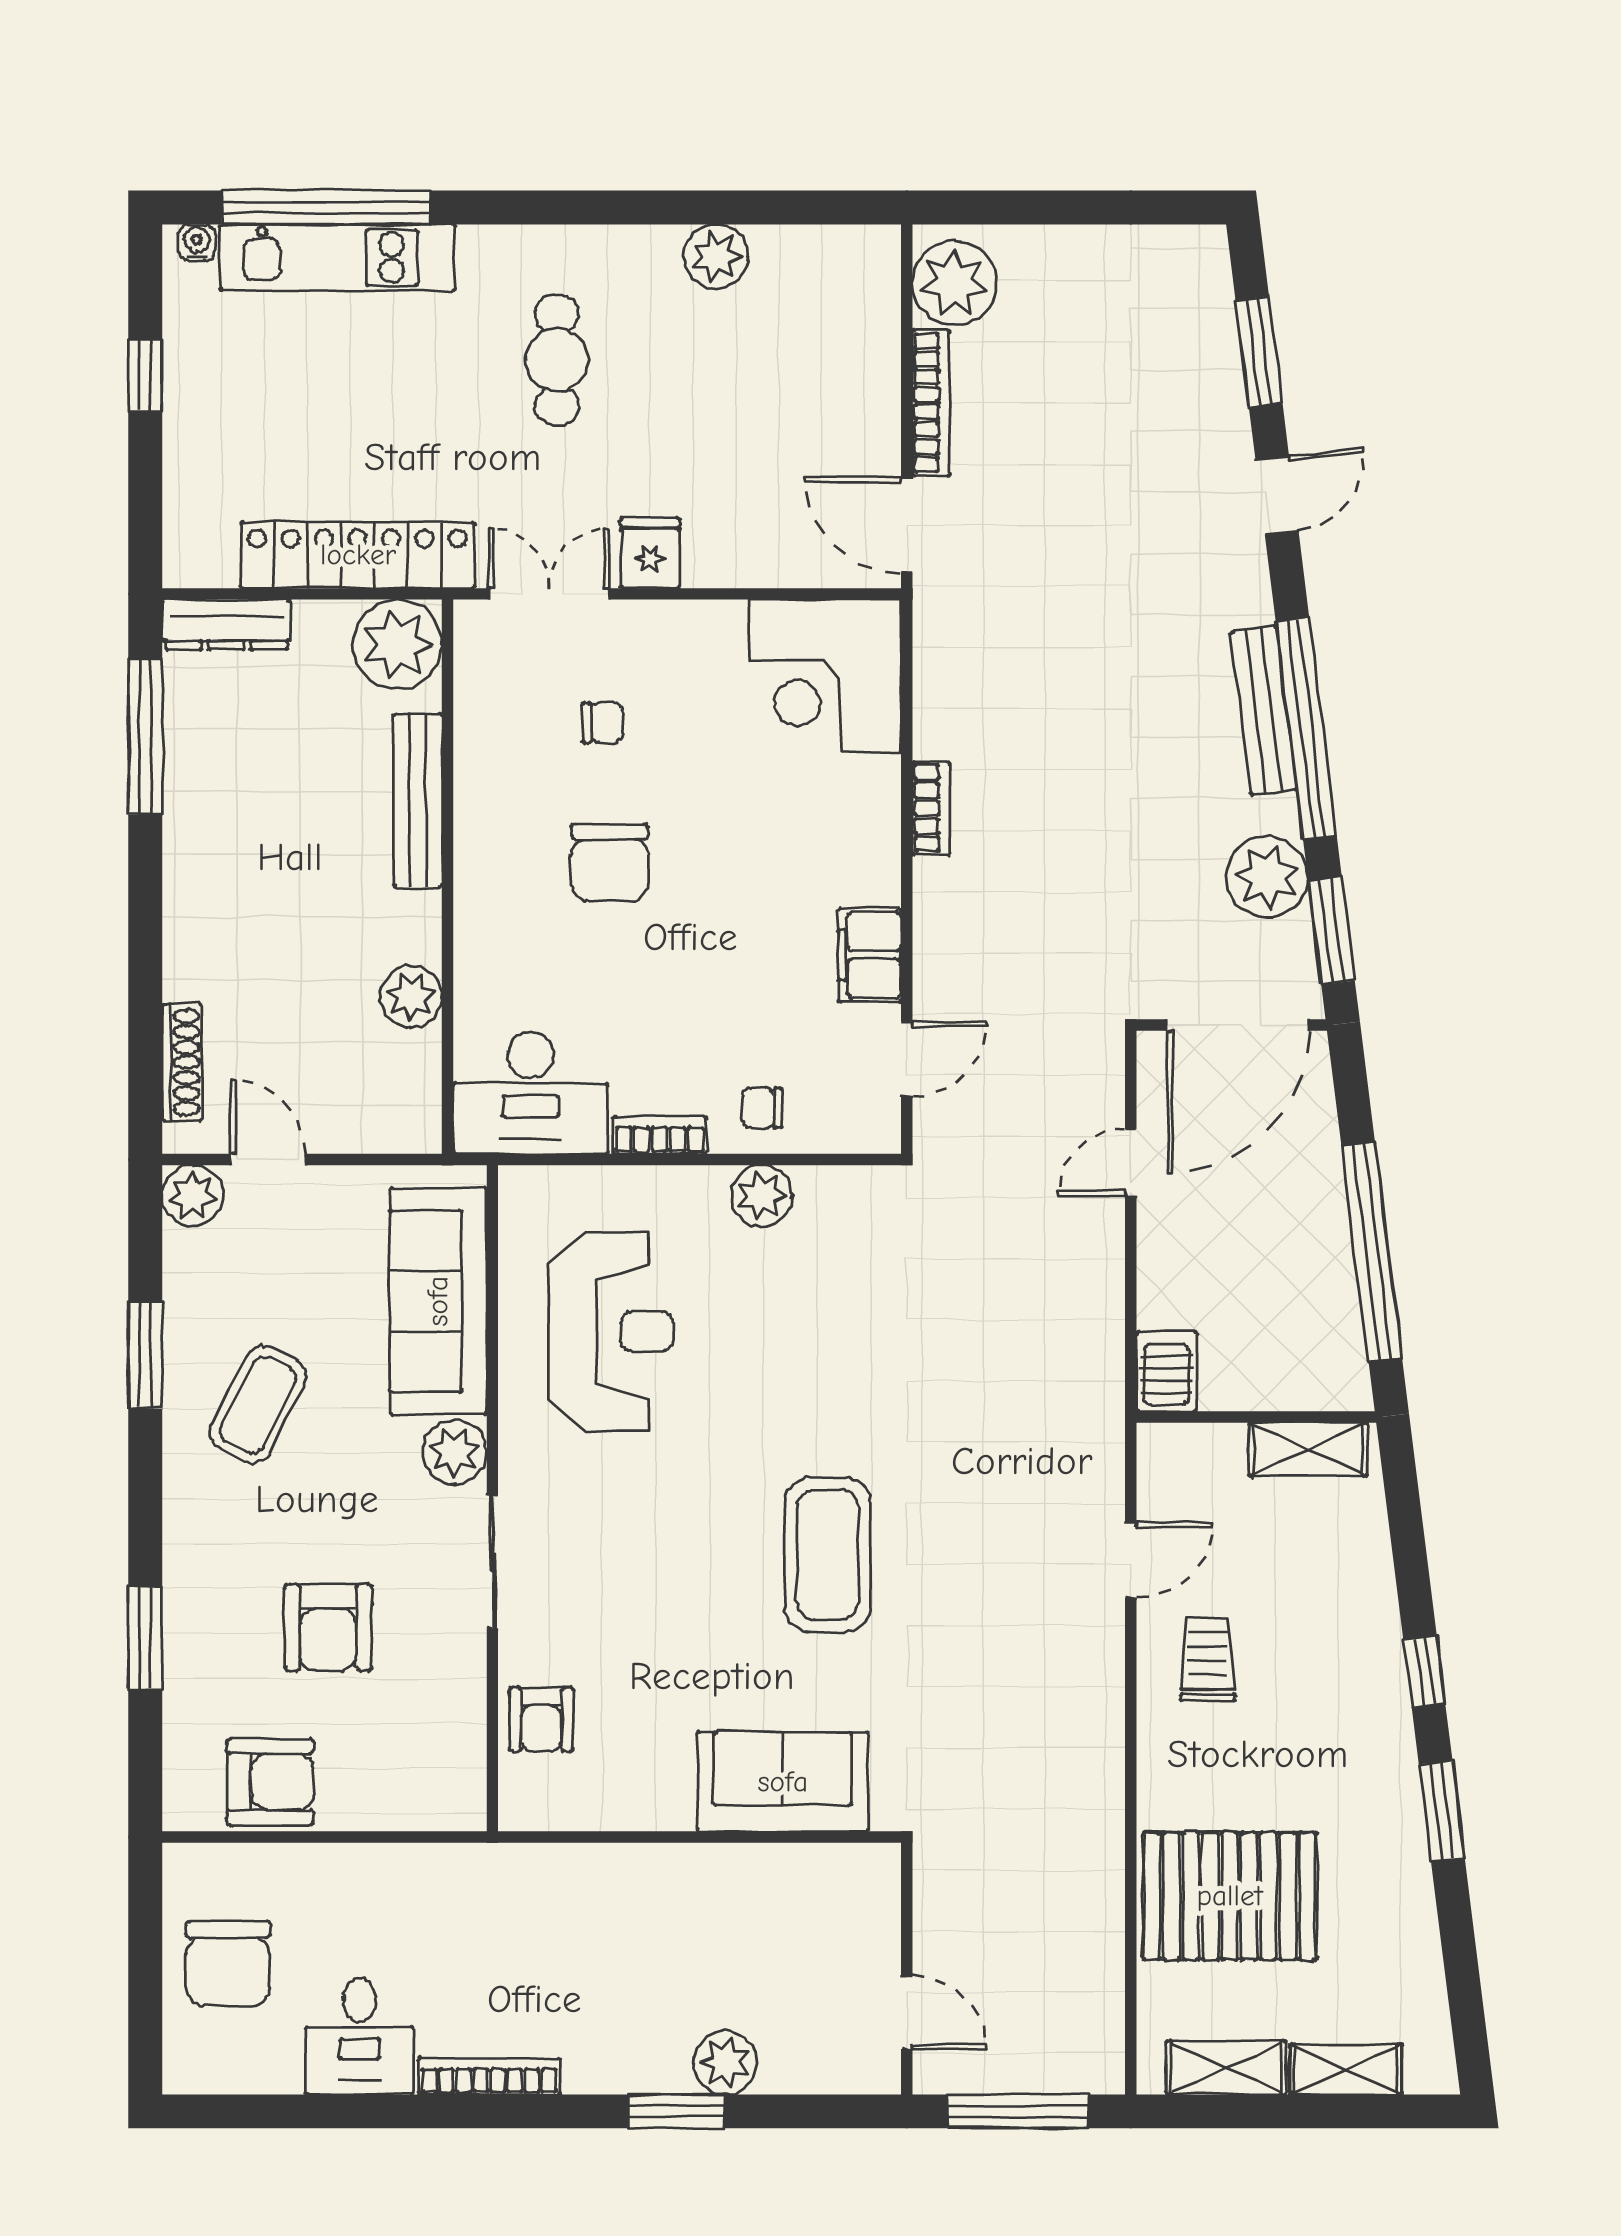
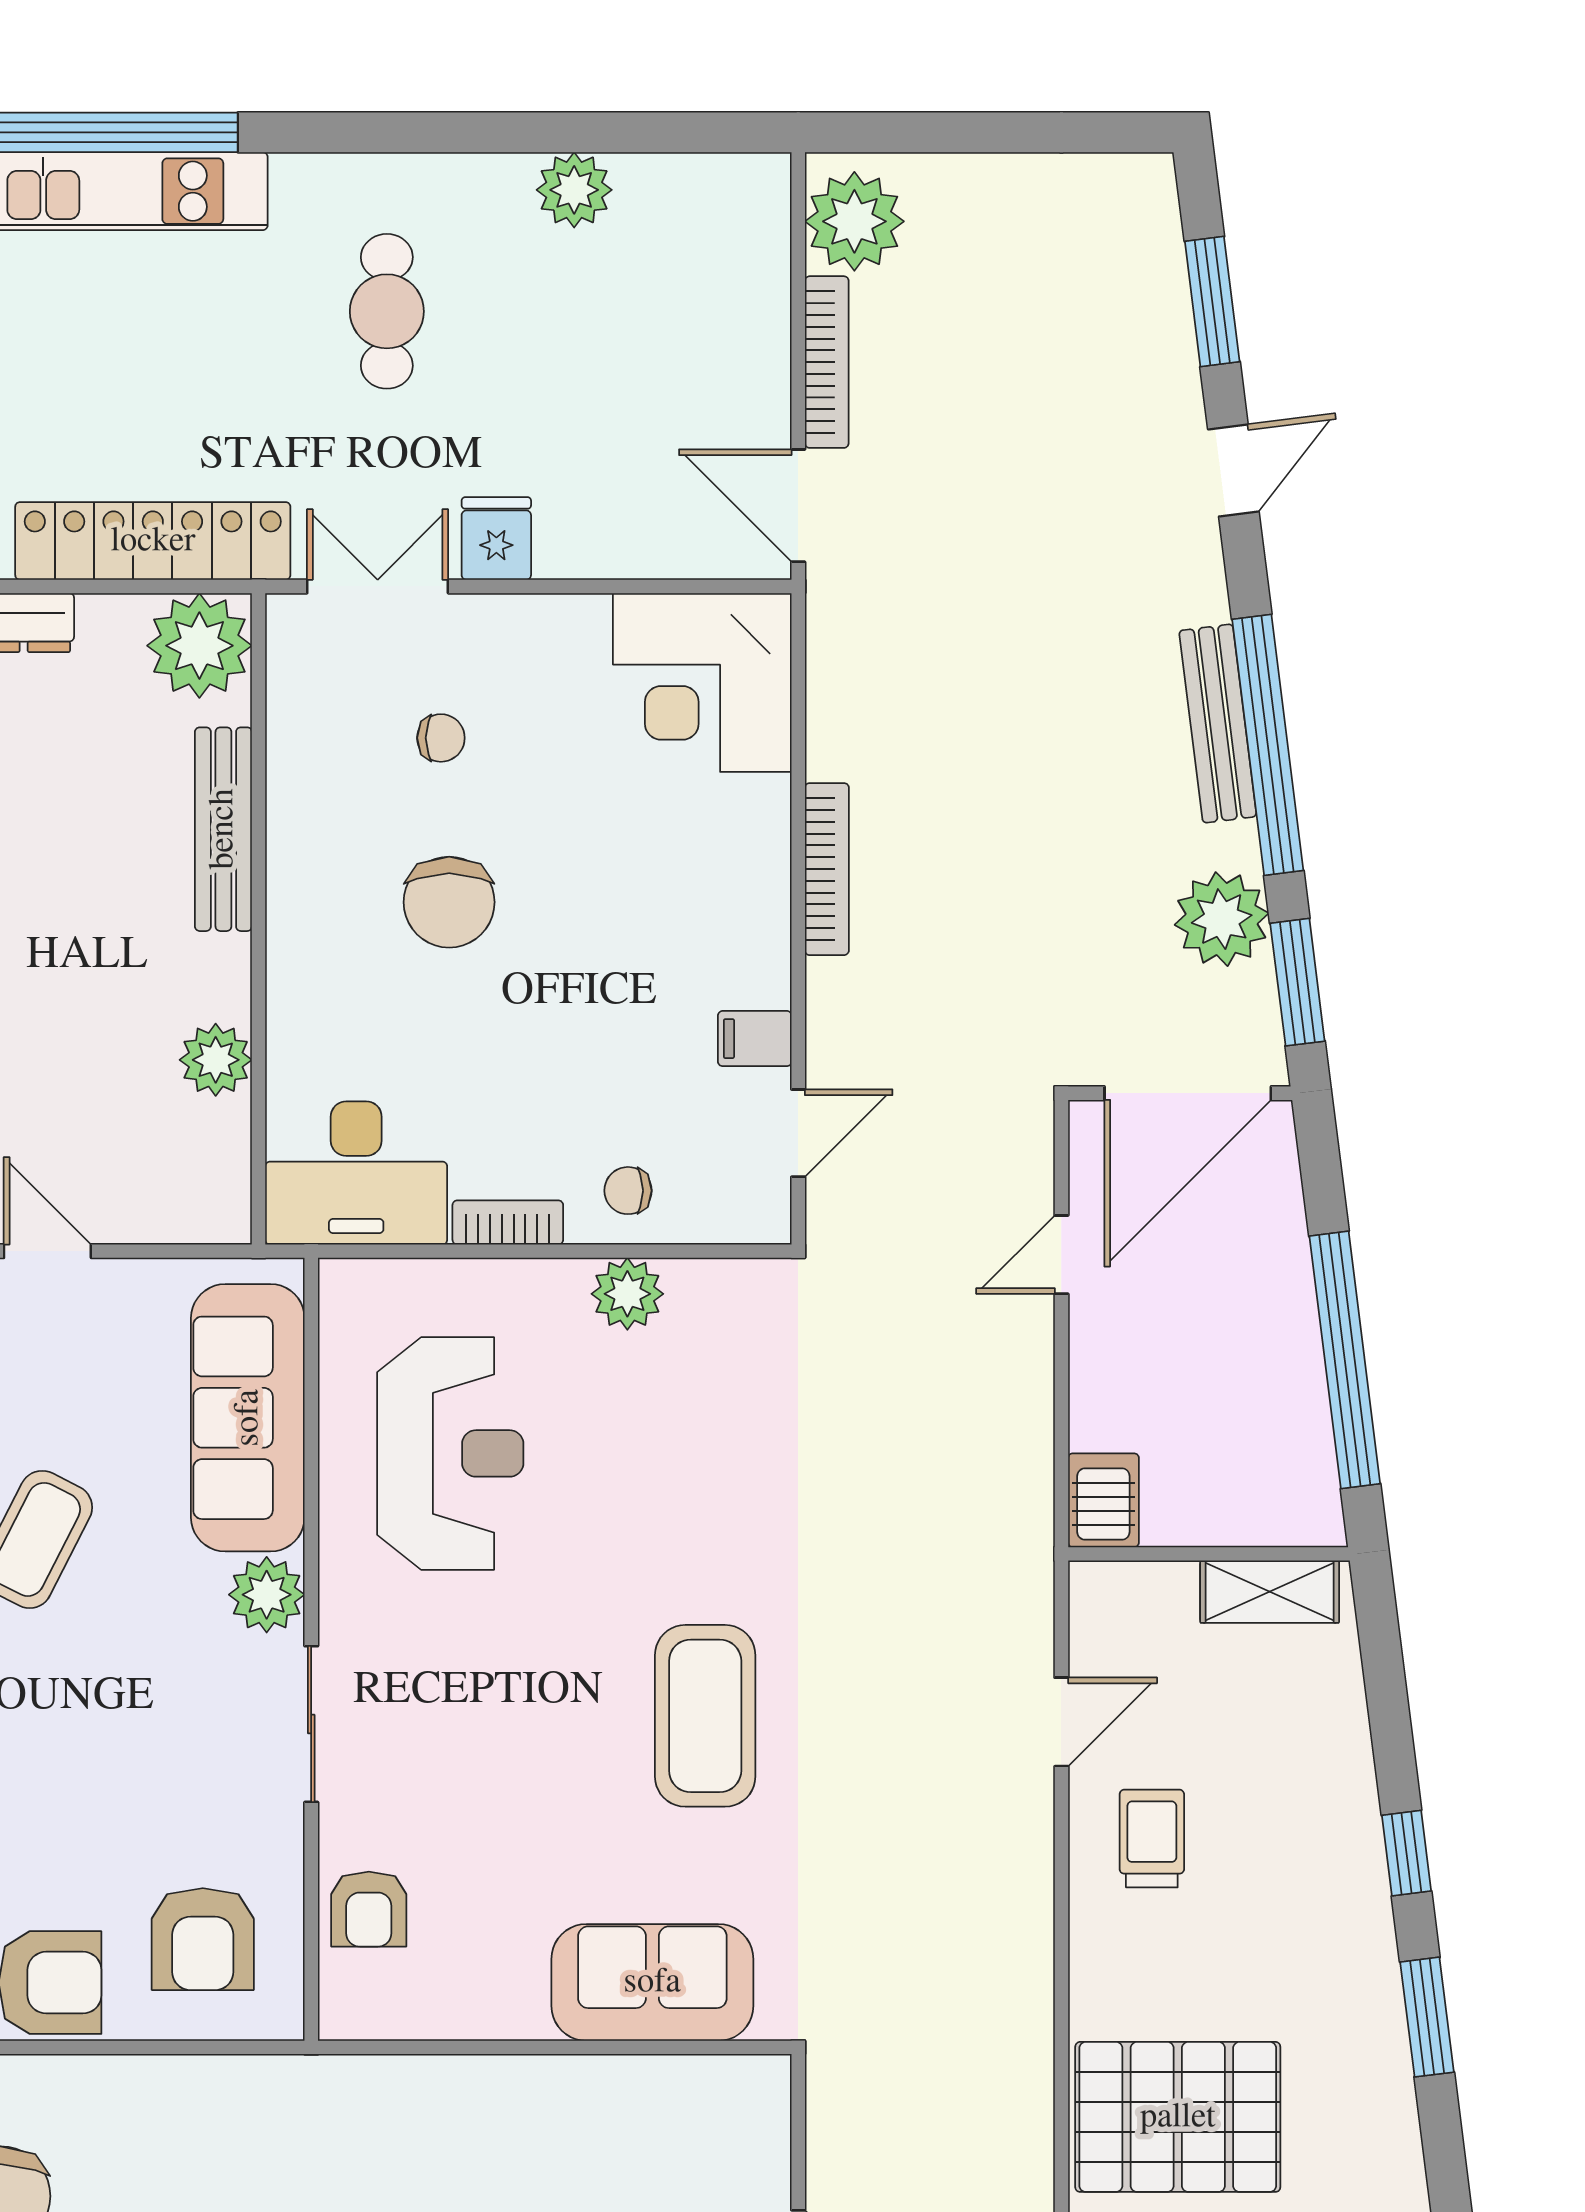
bookcase: (931, 808) -> (827, 869), width x1.56
filing cabinet: (870, 955) -> (755, 1039), width x0.50
armchair: (328, 1627) -> (203, 1939), moved

